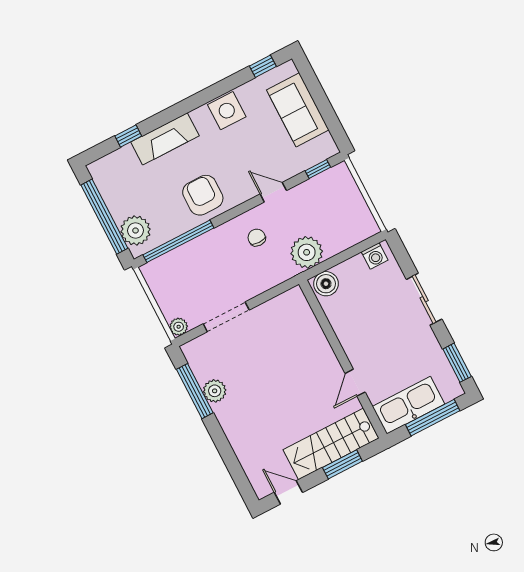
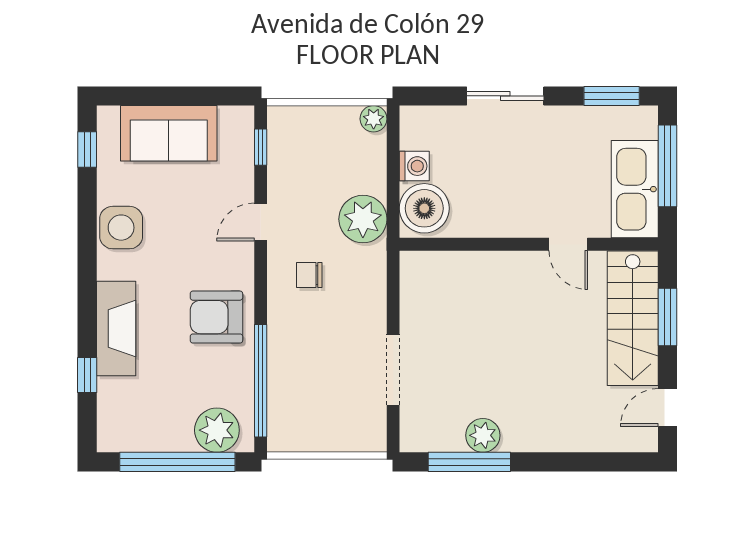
washing machine: (375, 256) -> (414, 166), moved
boiler: (326, 284) -> (424, 208), width x1.37, depth x1.37
plant: (179, 327) -> (374, 119), moved

